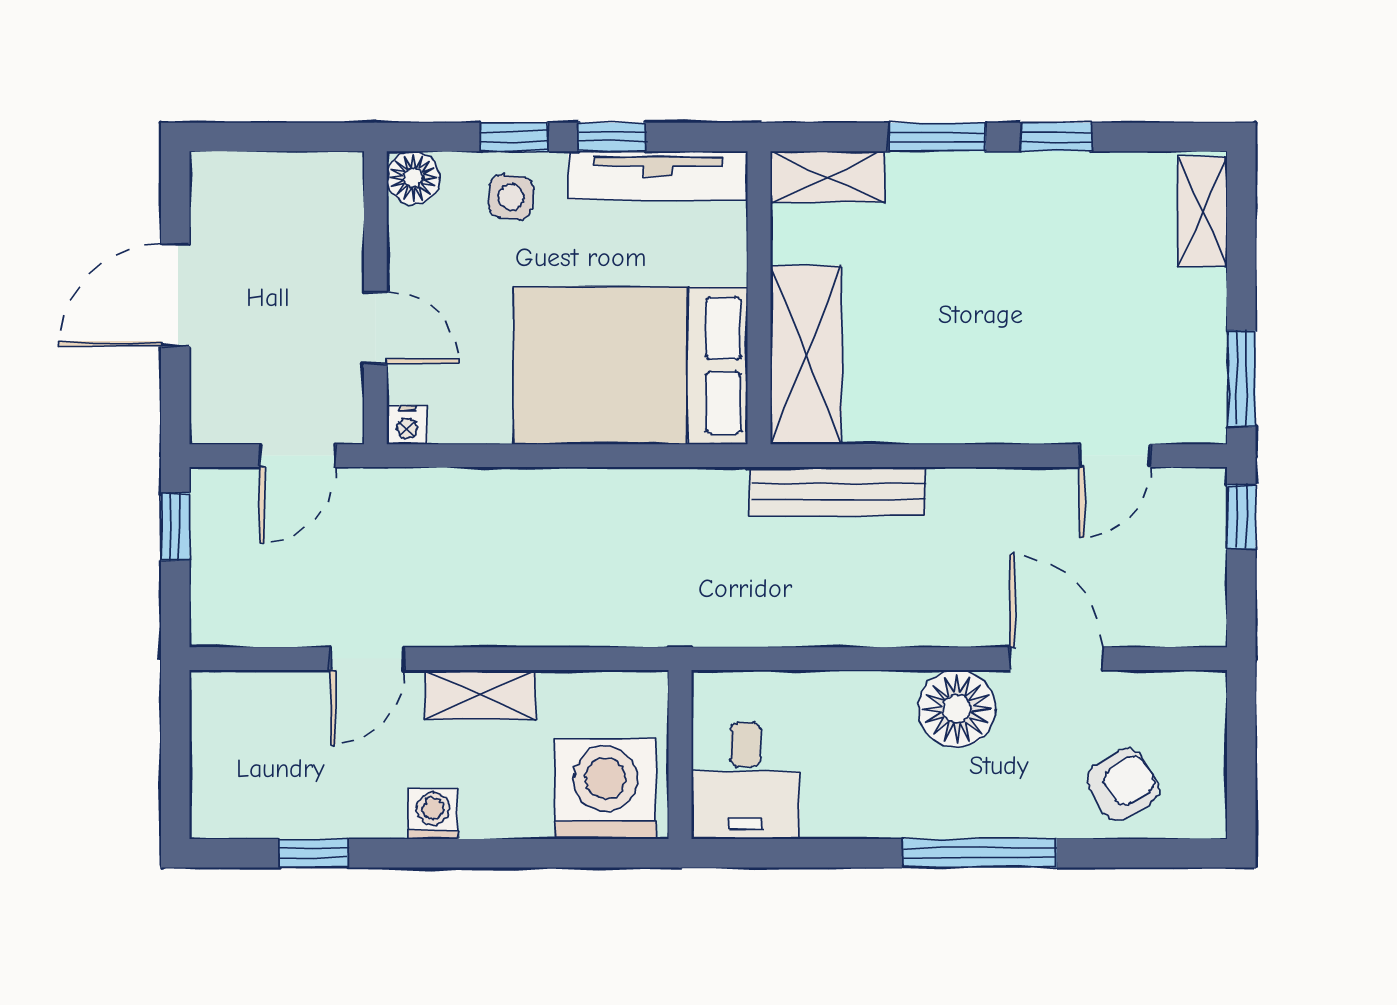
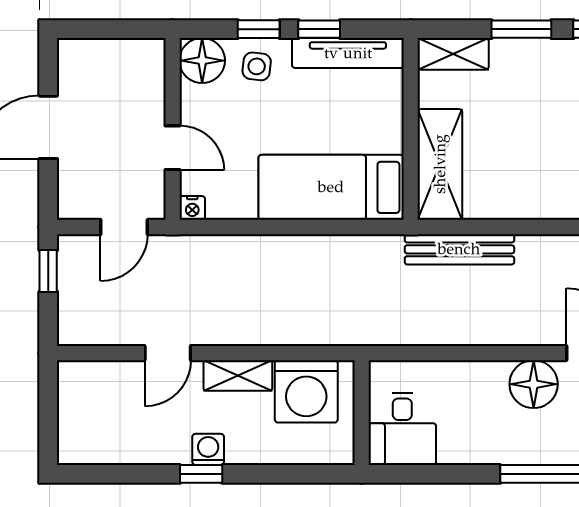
floor lamp: (413, 178) -> (202, 61), width x1.38, depth x1.38
bed: (631, 366) -> (331, 187), width x0.67
washing machine: (605, 789) -> (306, 391), moved, turned 180
window: (313, 853) -> (201, 474), moved

